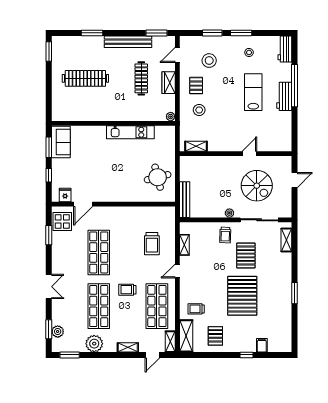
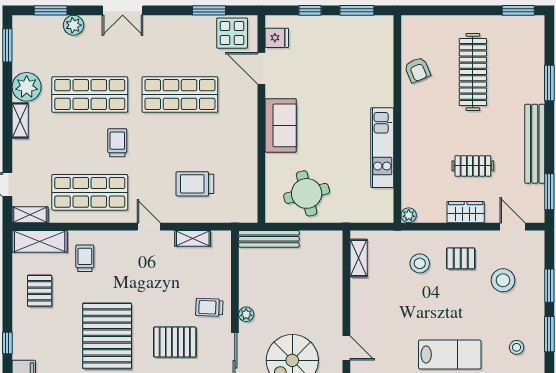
clothes rail: (141, 78) -> (473, 166), width x0.73
armchair: (84, 111) -> (417, 70), added
sofa: (61, 142) -> (281, 125), moved, turned -90
pallet: (242, 296) -> (107, 336), turned 90
plant: (58, 332) -> (74, 25), moved
pallet: (215, 336) -> (40, 291), turned 90
shelving: (128, 347) -> (20, 120), moved

